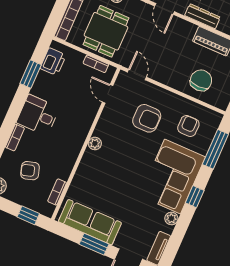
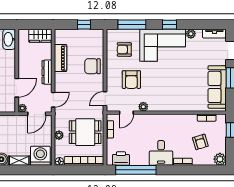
window: (31, 74) -> (136, 170), width x2.11
chair: (201, 80) -> (92, 66), moved
armchair: (147, 118) -> (131, 80), turned 180
plant: (95, 143) -> (143, 107), moved

